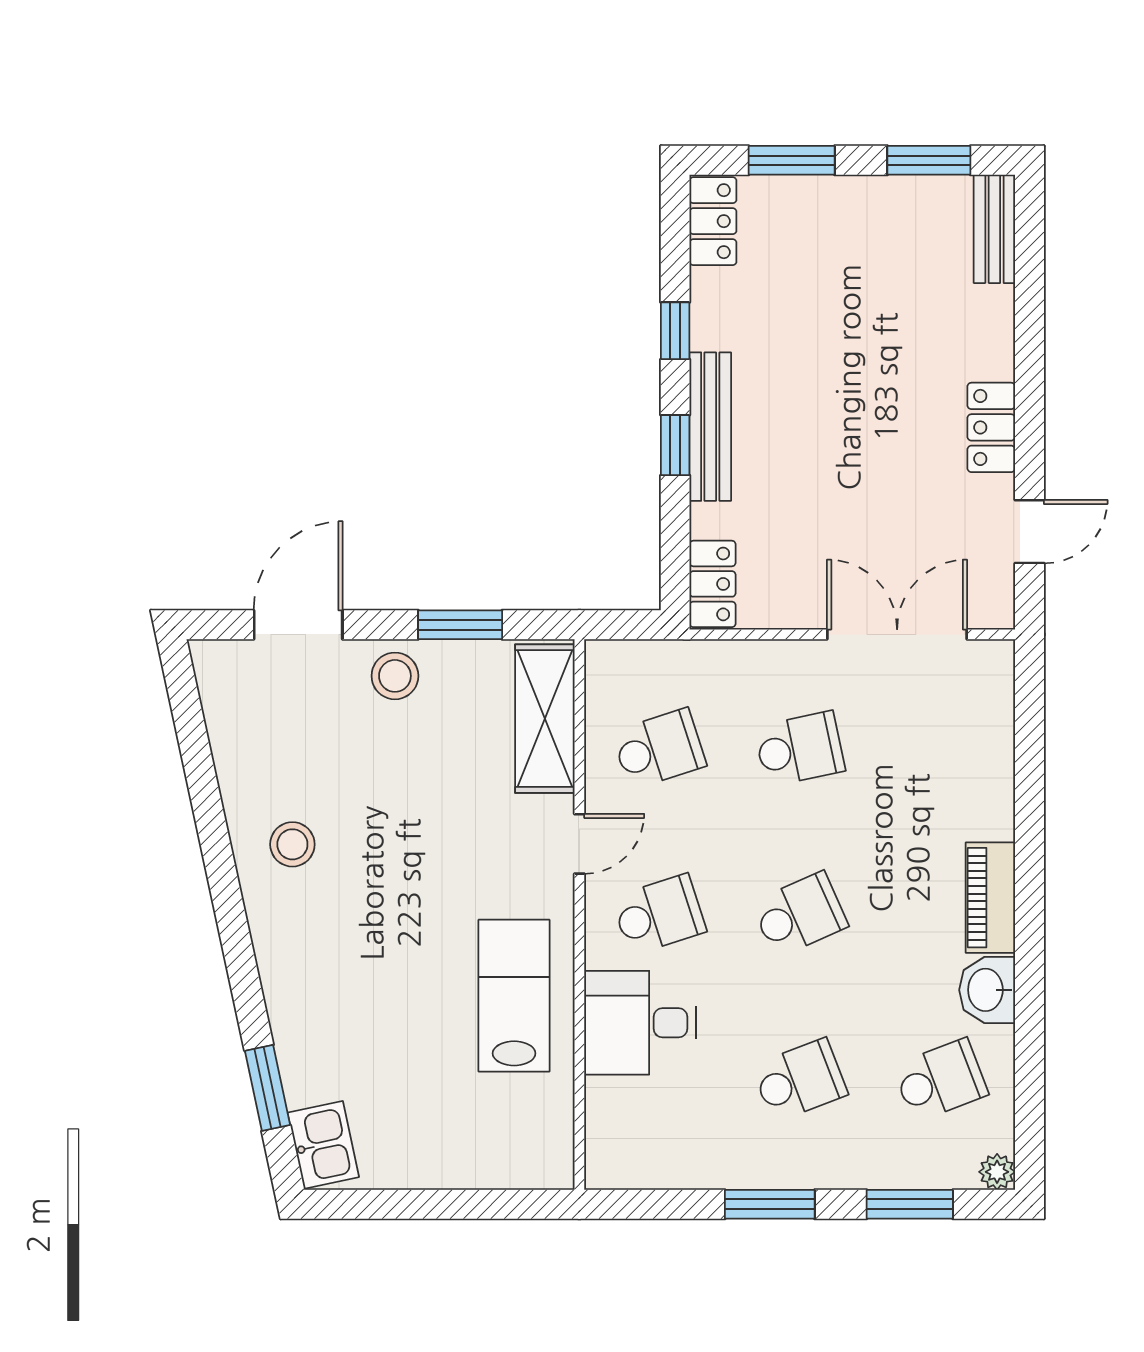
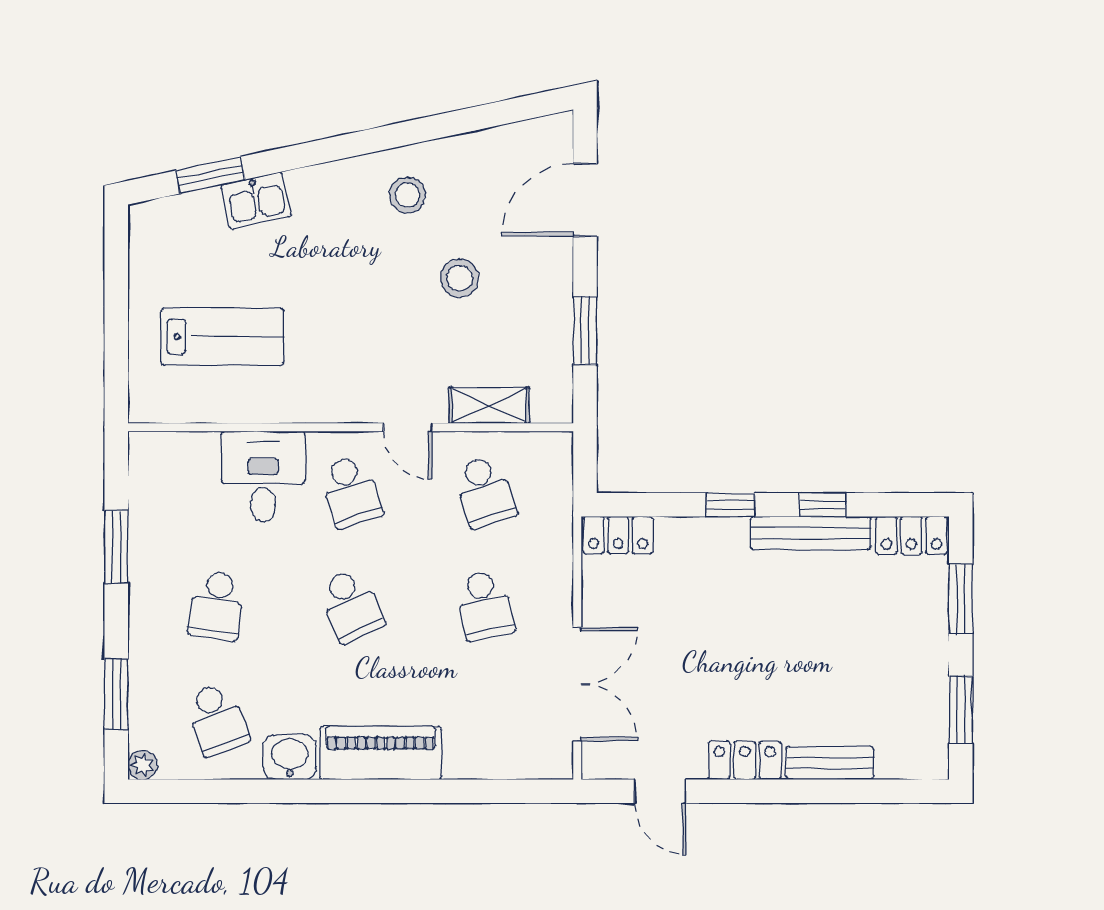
bench: (994, 229) -> (830, 763), moved
bench: (710, 427) -> (811, 533), moved
door: (298, 625) -> (585, 200), swing flipped
stool: (395, 676) -> (460, 278), moved
shelving: (545, 719) -> (489, 405), width x0.67, depth x0.75
piano: (990, 898) -> (381, 753), width x1.37, depth x1.33
lab bench: (514, 996) -> (222, 337), moved
school desk: (800, 1080) -> (217, 605), turned 30
kitchen sink: (323, 1145) -> (256, 201), moved
window: (770, 1204) -> (116, 547), moved

